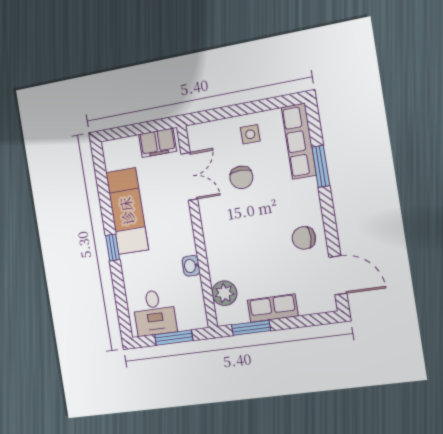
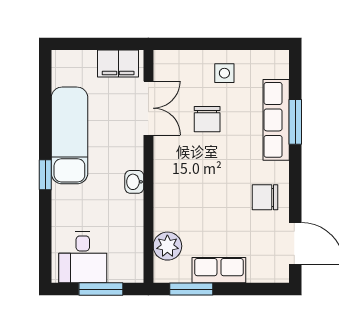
row of seats: (299, 141) -> (276, 120), moved
washbasin: (191, 266) -> (134, 182), moved

